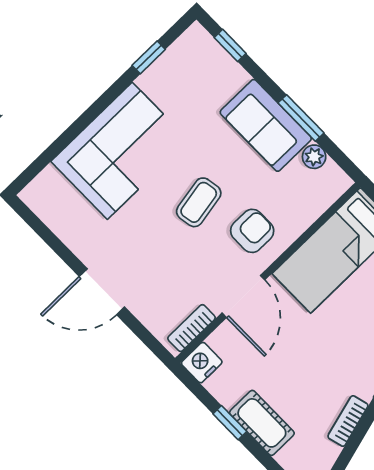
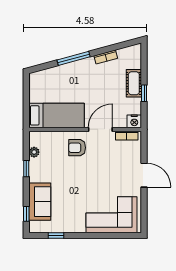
window: (301, 118) -> (26, 169), width x0.67
sofa: (266, 125) -> (40, 202), moved
corner sofa: (120, 151) -> (112, 215), moved
coffee table: (199, 202) -> (85, 174), removed

